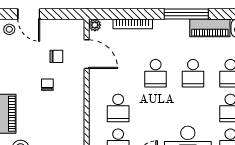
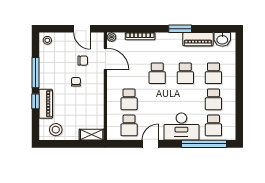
door: (29, 14) -> (82, 29), moved
window: (186, 14) -> (180, 29), width x0.69

